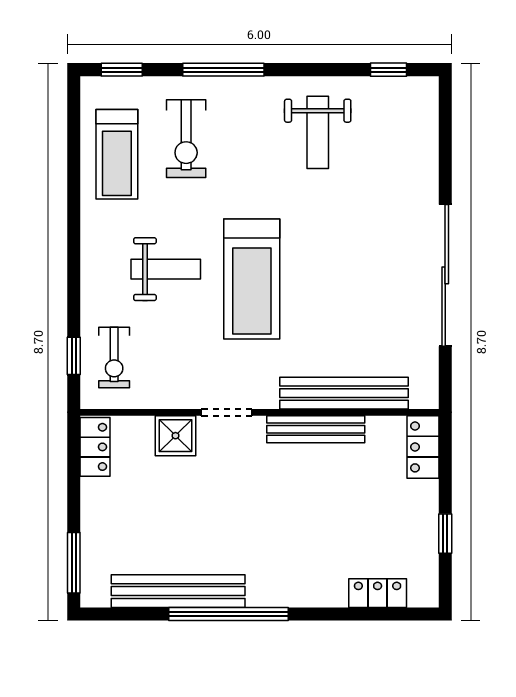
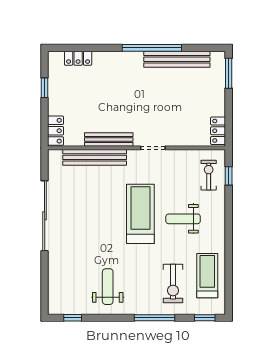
exercise bike: (186, 139) -> (173, 284), turned 180
shower: (175, 436) -> (178, 136), removed

